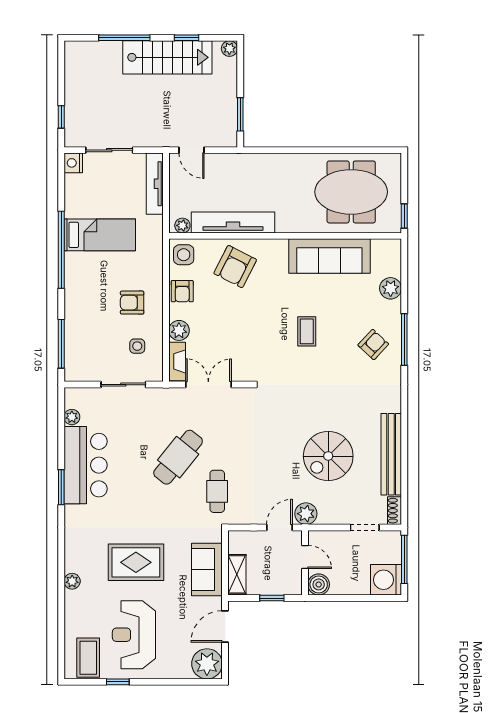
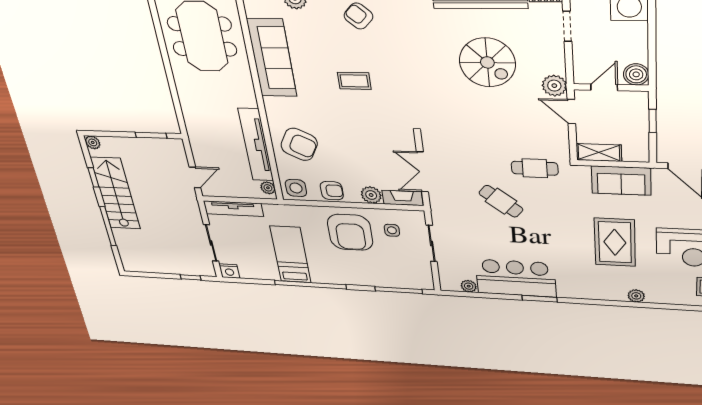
armchair: (132, 303) -> (350, 232), width x1.88, depth x1.88
cafe table: (178, 457) -> (501, 201), width x0.73, depth x0.74
shelving: (237, 574) -> (599, 152), moved

